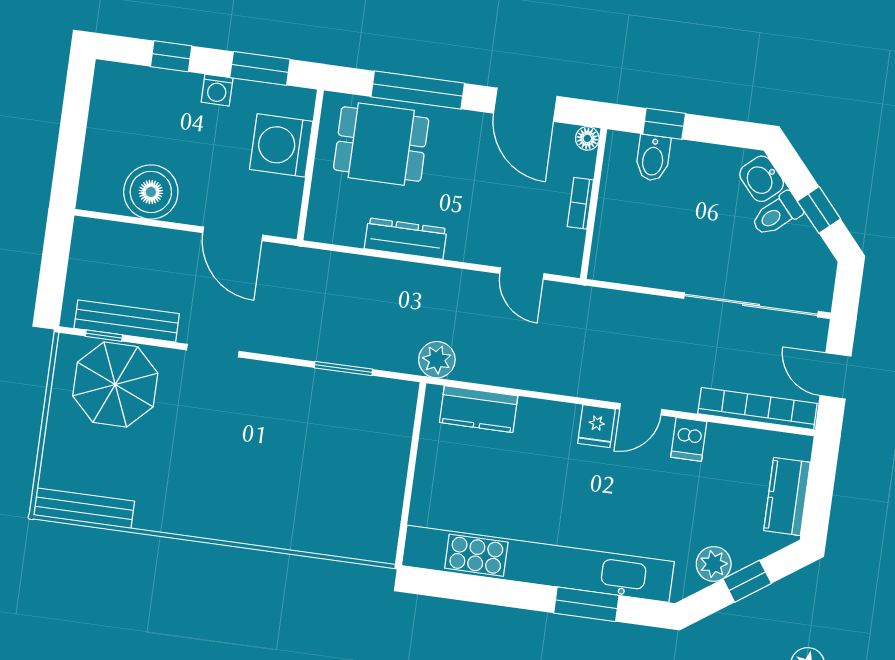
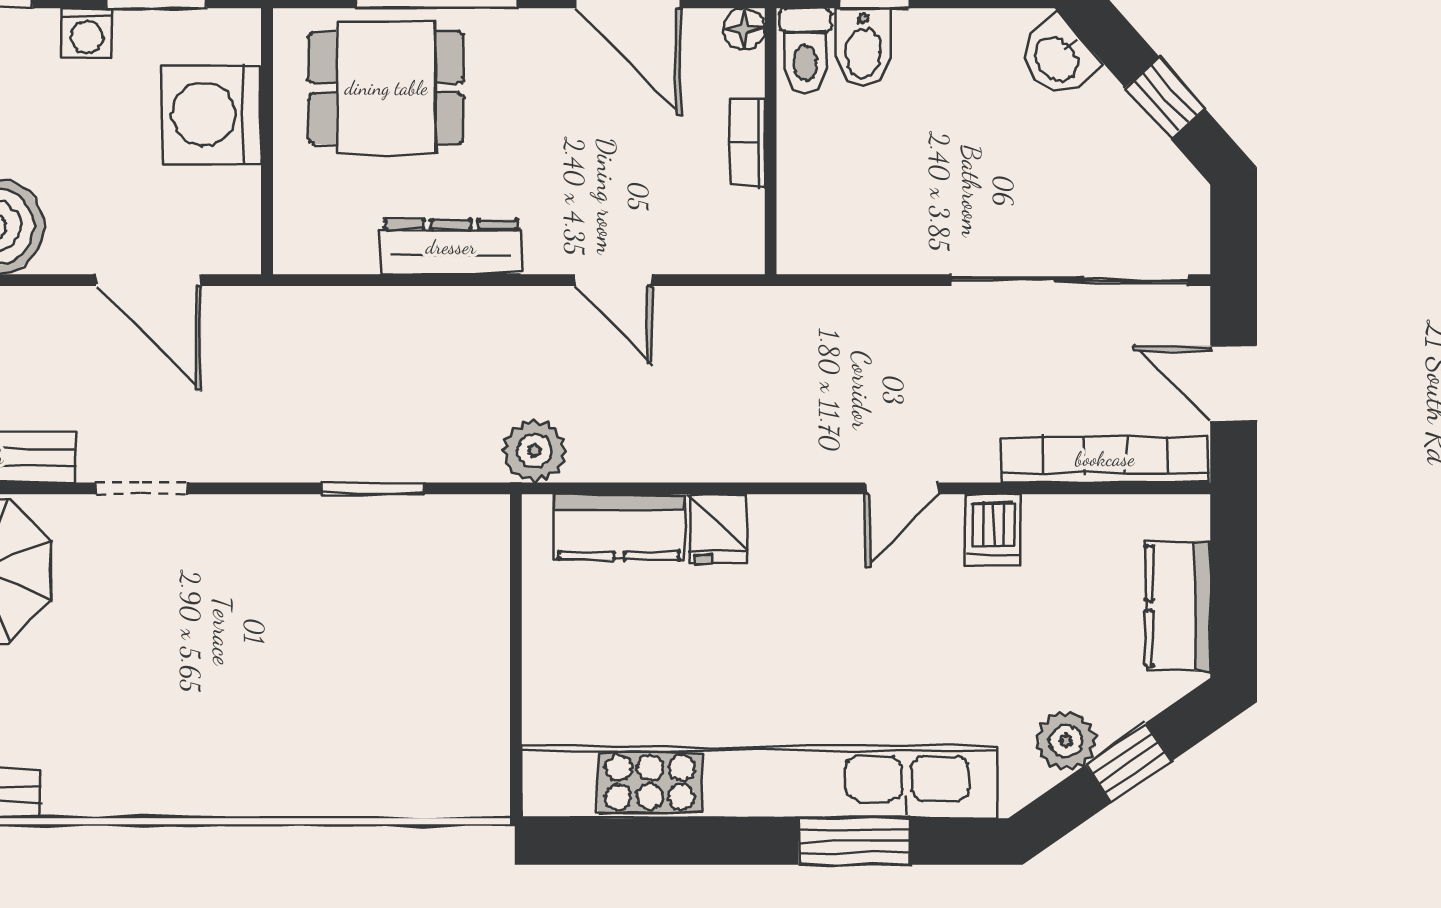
toilet: (777, 214) -> (805, 51), moved, turned -49
door: (522, 273) -> (614, 280), moved
fridge: (596, 426) -> (718, 529), moved

